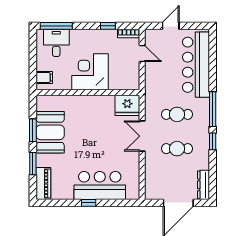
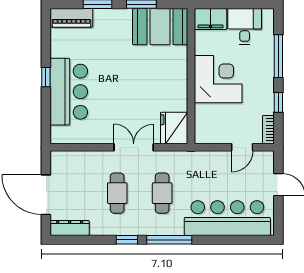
window: (56, 26) -> (278, 56), moved
desk: (56, 43) -> (245, 26), moved, turned -90
filing cabinet: (44, 78) -> (210, 19), width x2.00
booth: (50, 132) -> (160, 27), moved

